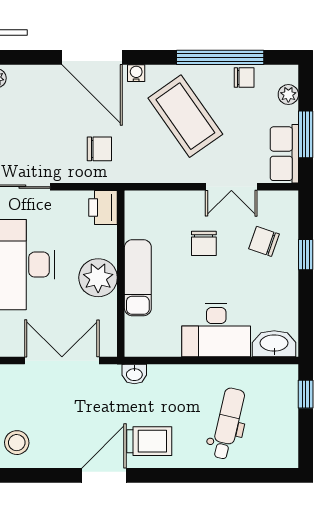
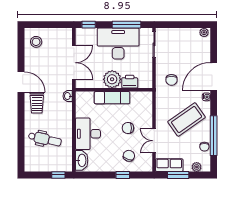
printer: (103, 207) -> (130, 82), moved

